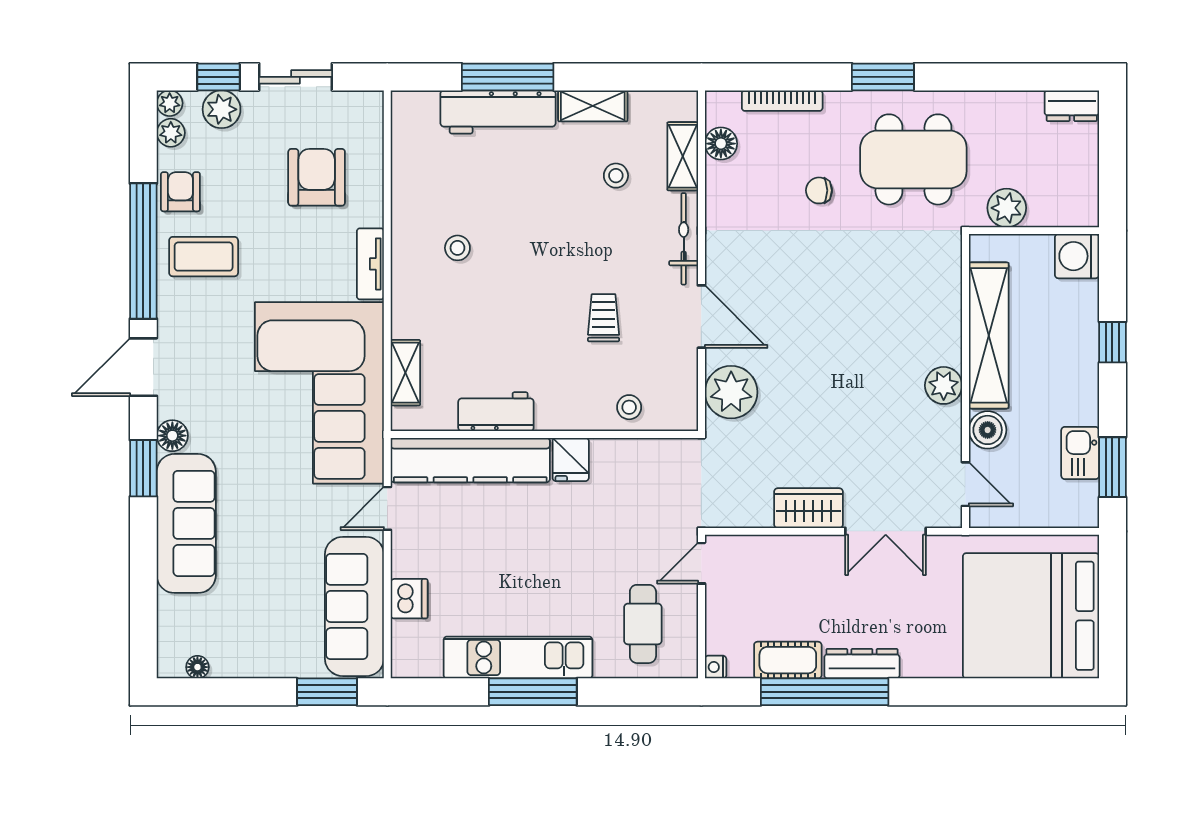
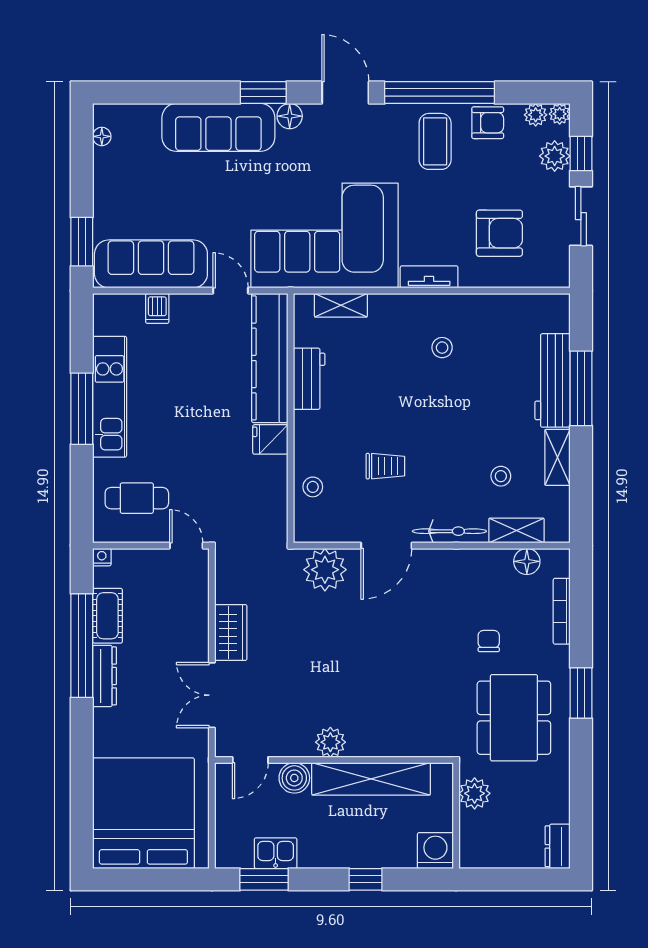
dishwasher: (409, 599) -> (157, 308), width x0.73

